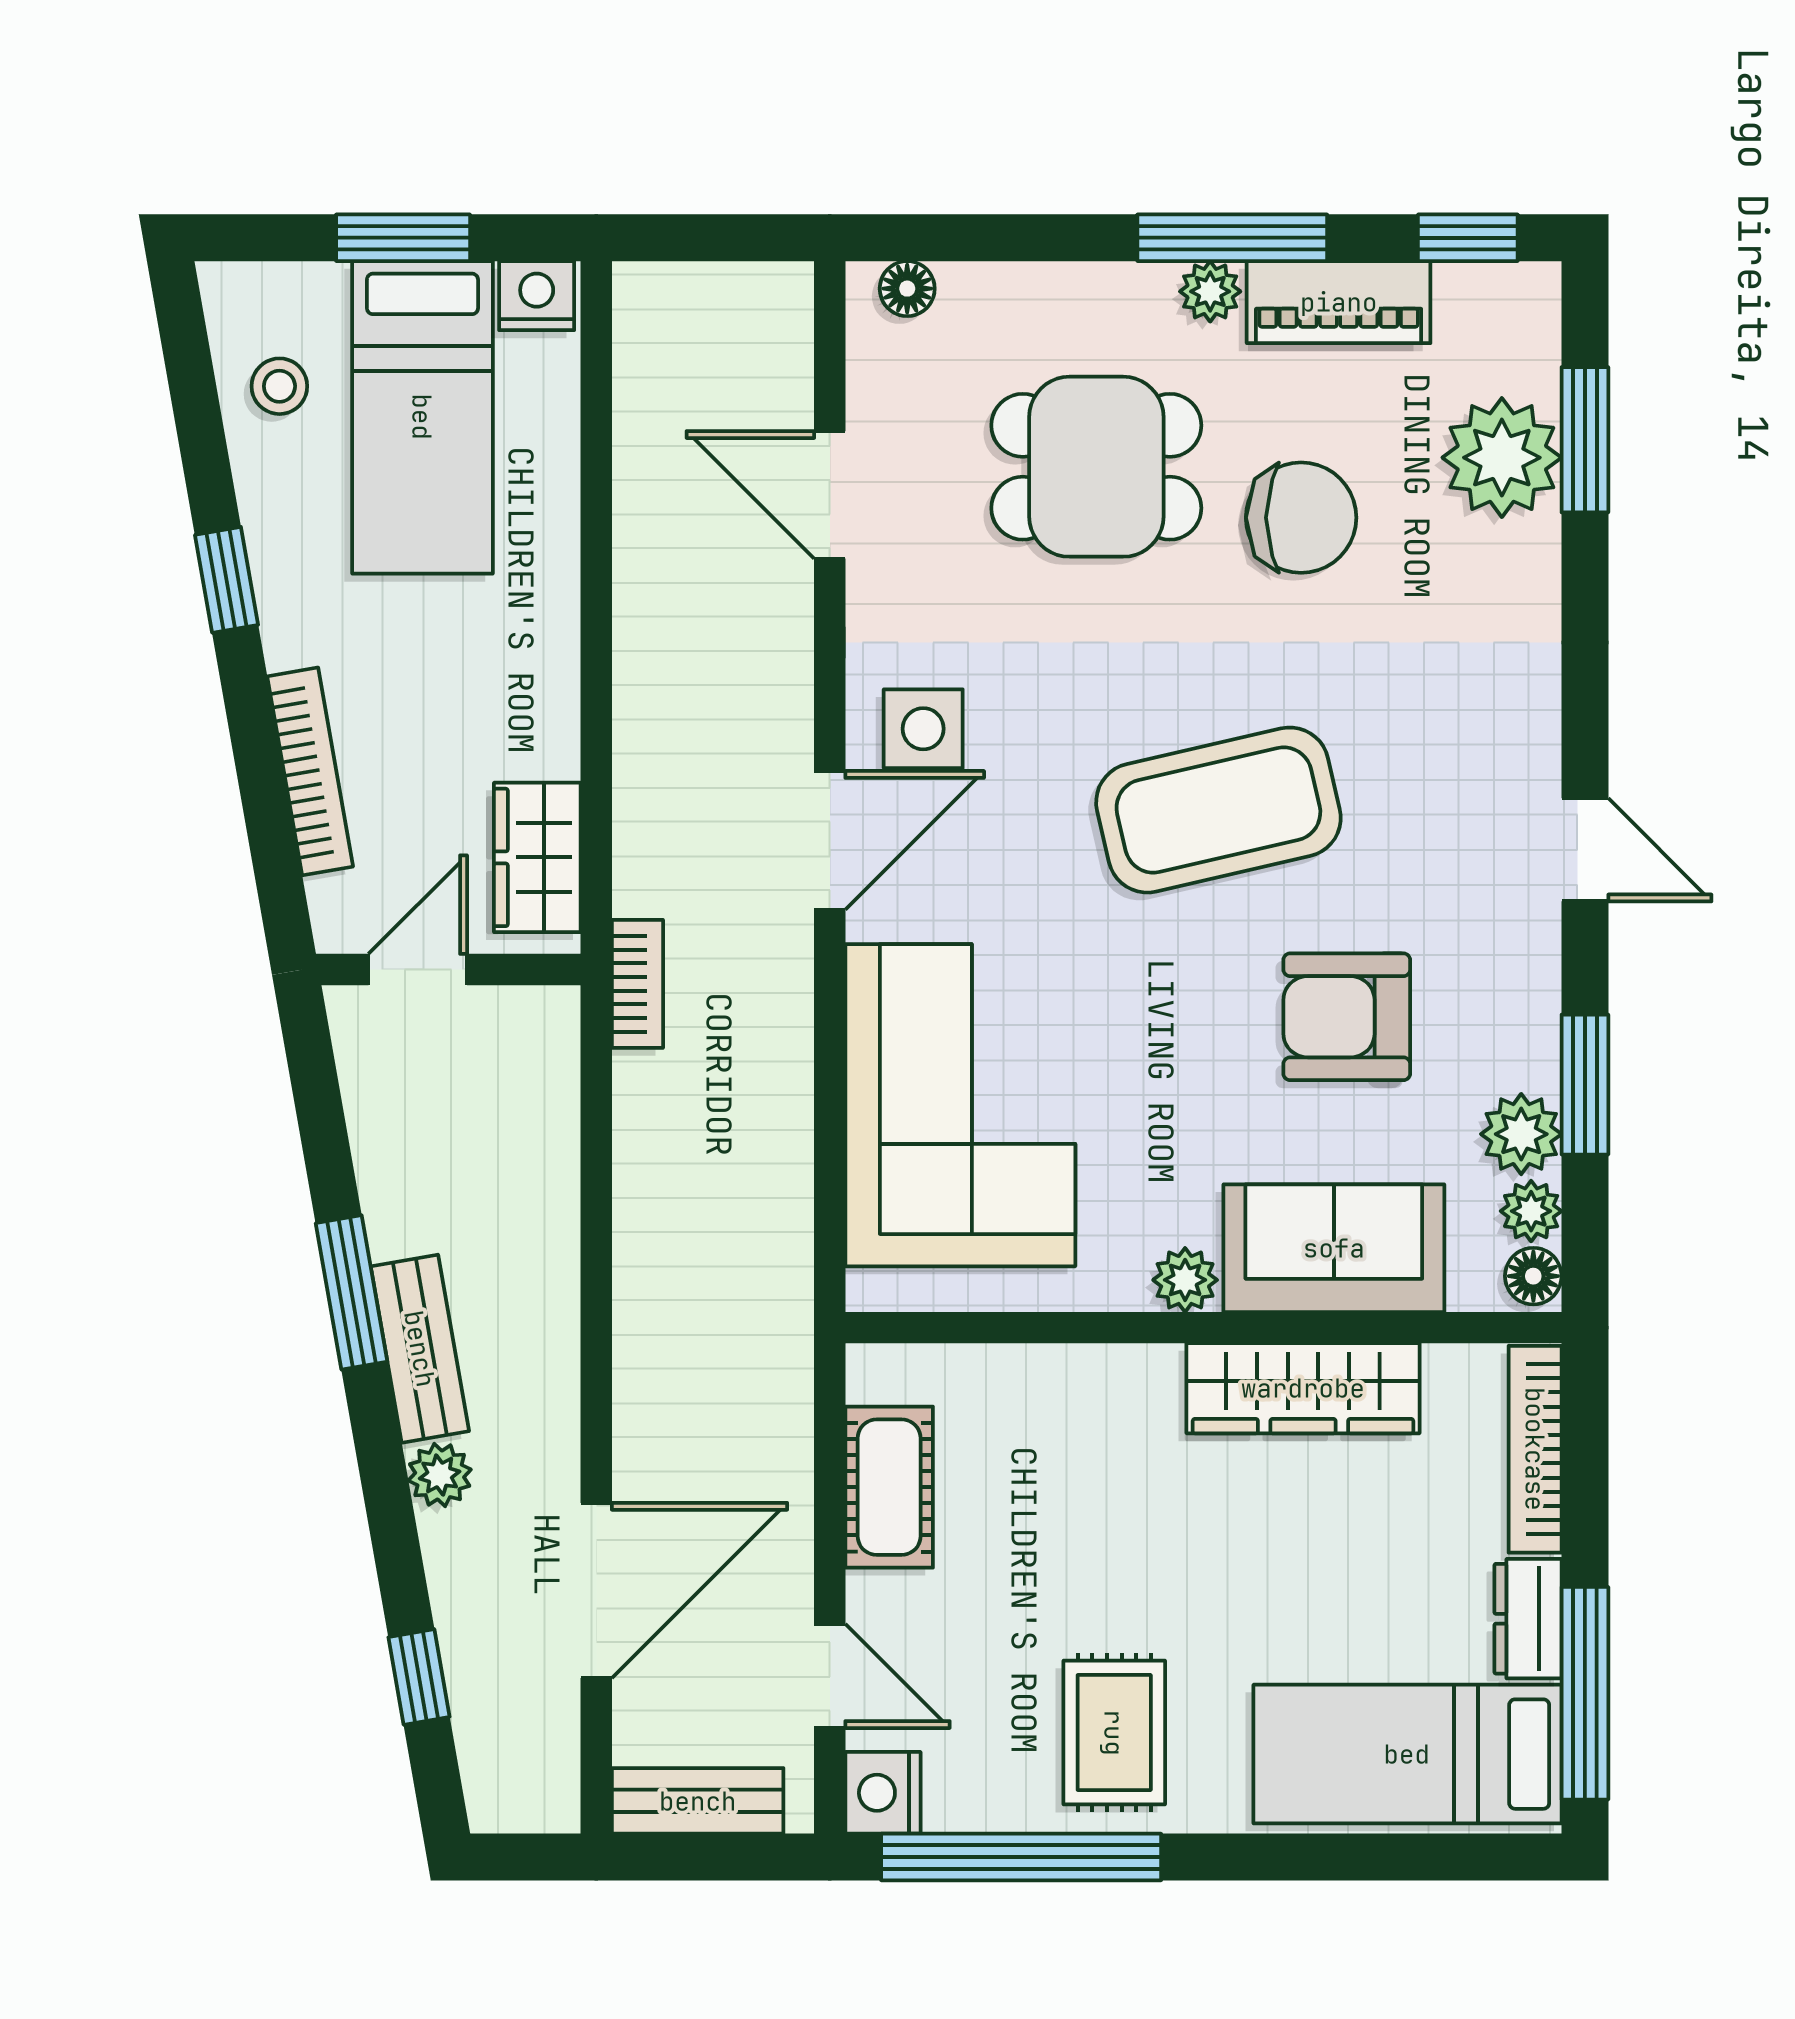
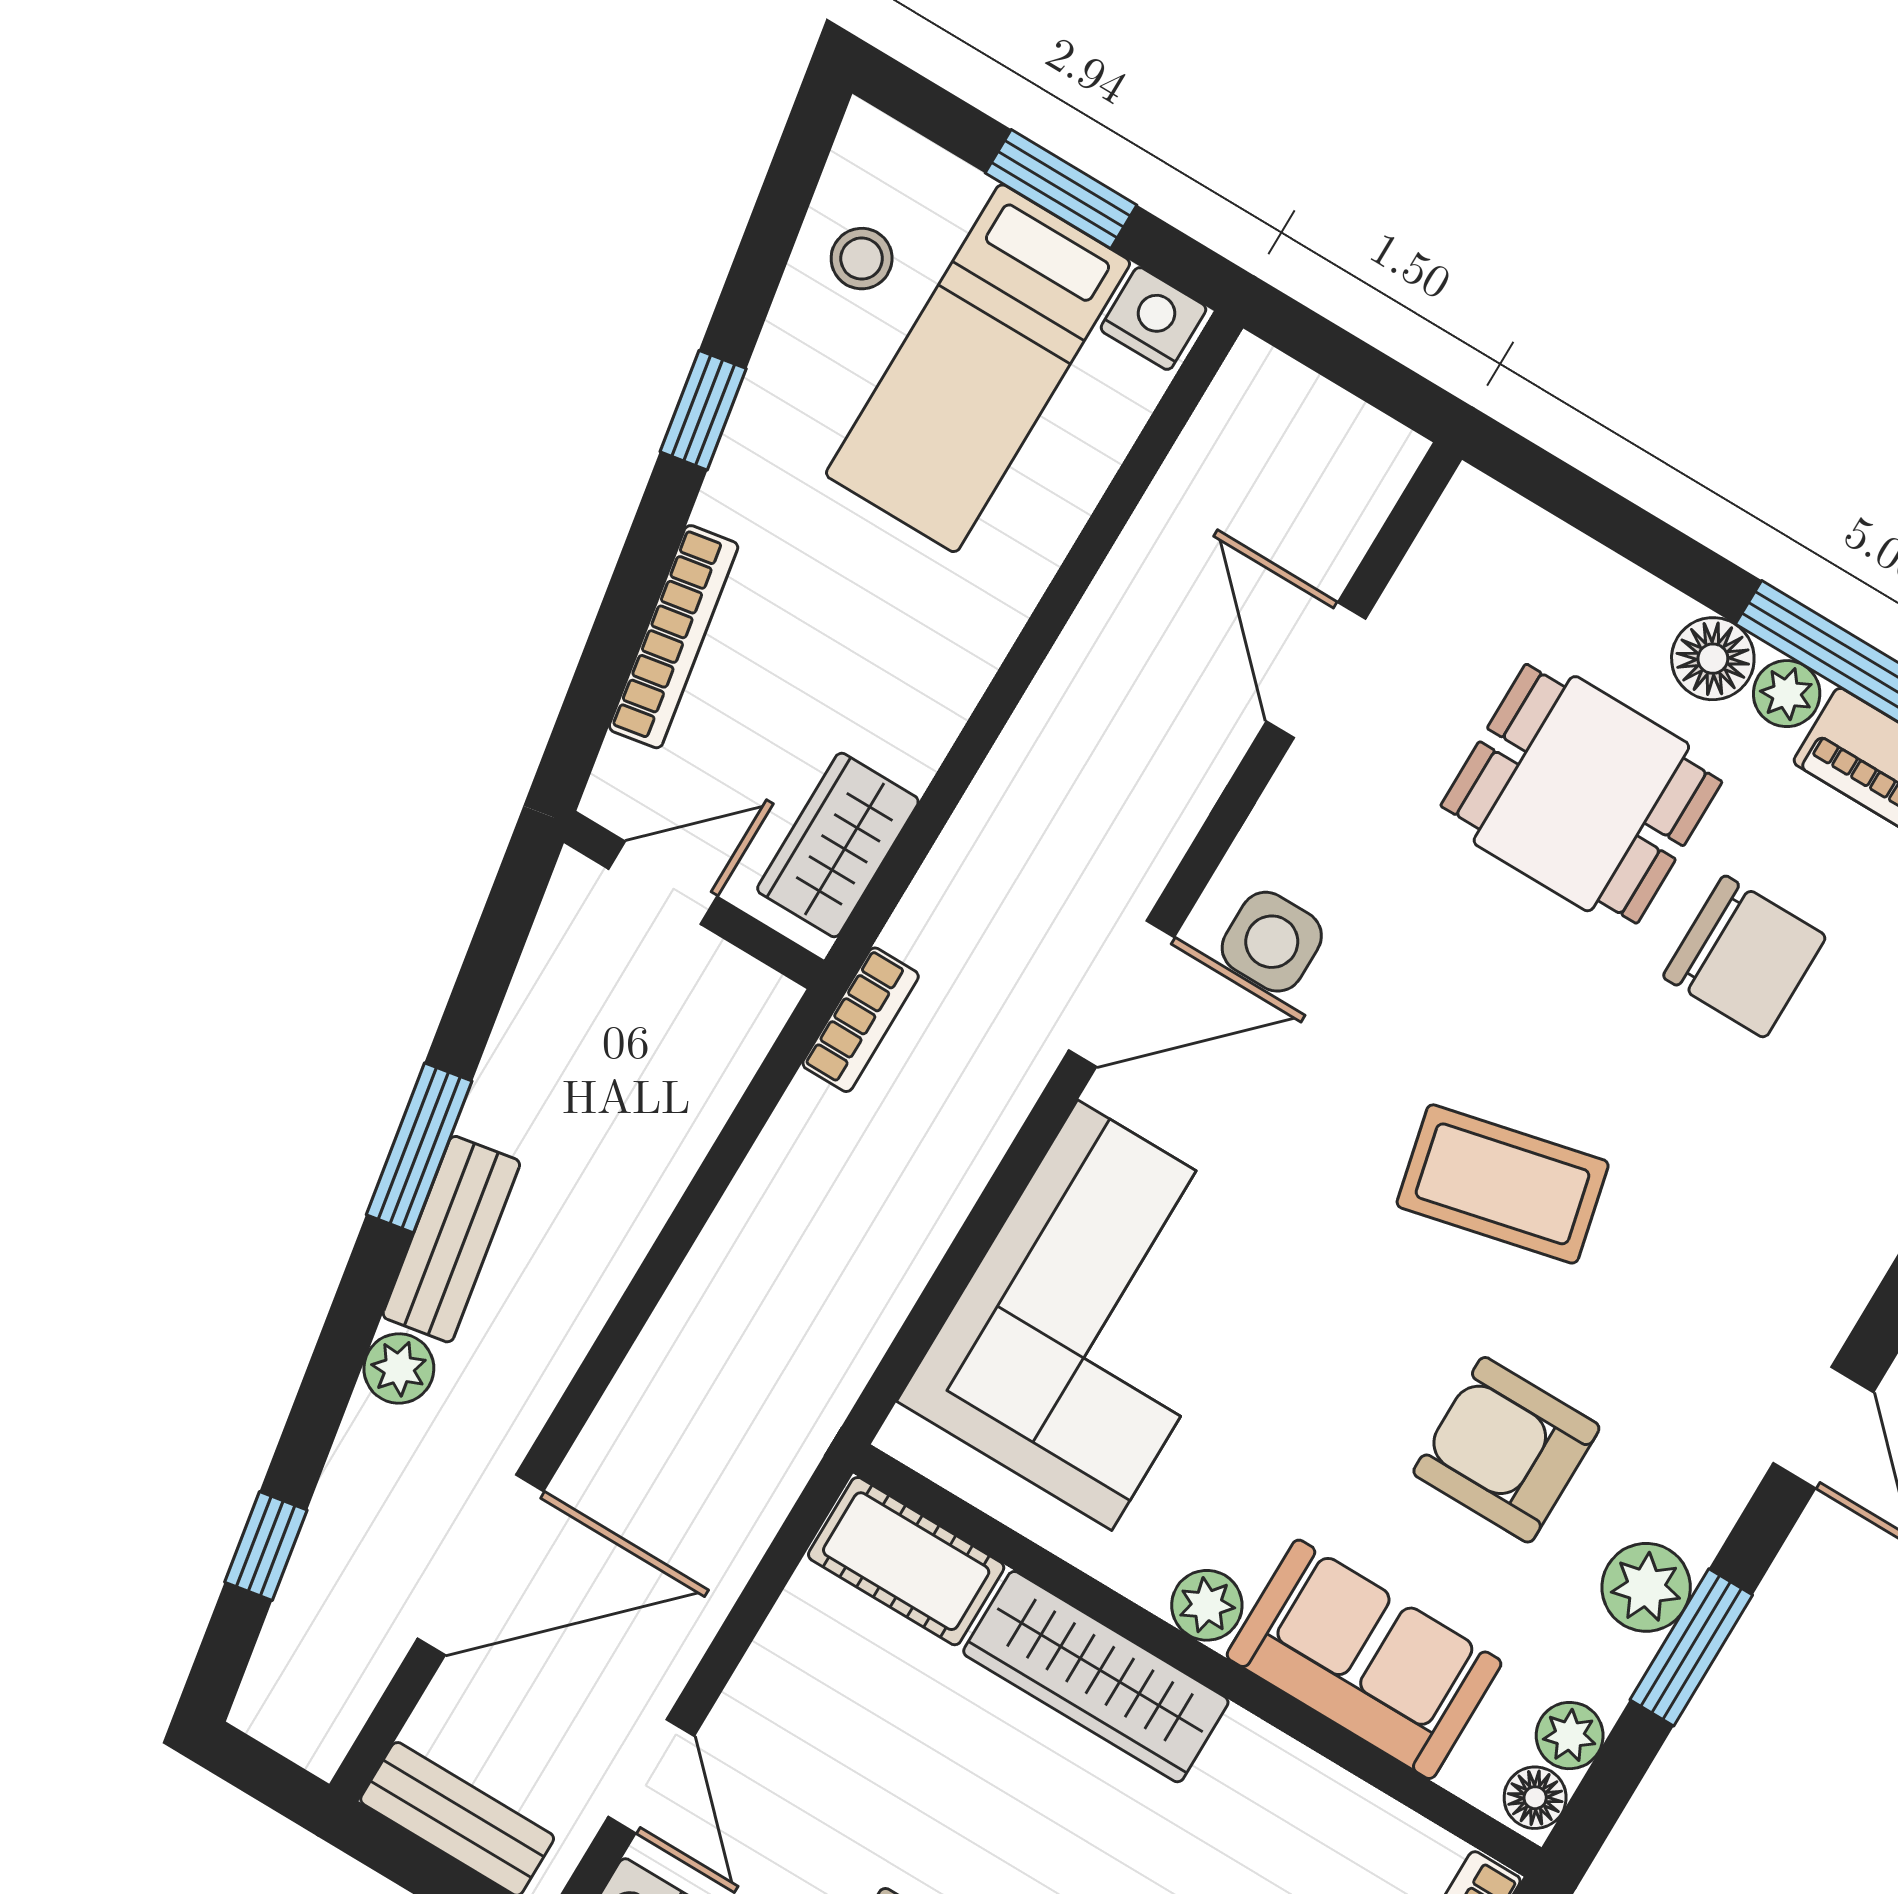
floor lamp: (907, 289) -> (1713, 659), moved, width x1.37, depth x1.37
coffee table: (1218, 810) -> (1503, 1184), width x0.73, depth x0.76
plant: (1521, 1134) -> (1646, 1587), moved
wardrobe: (1303, 1388) -> (1096, 1677), moved
cot: (889, 1487) -> (906, 1561), moved, turned 90

